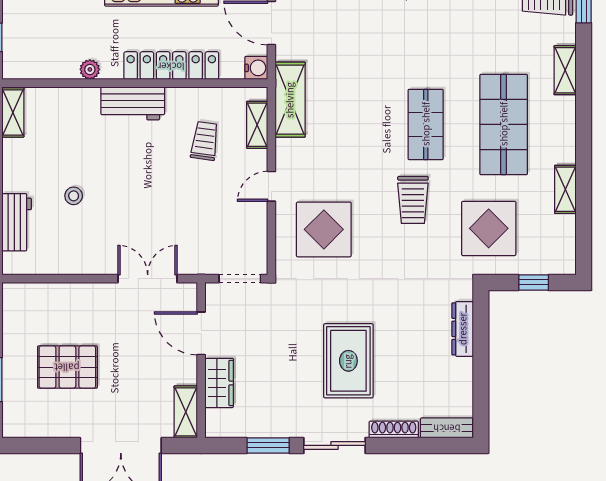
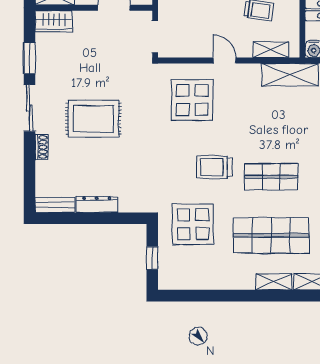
shelving: (565, 189) -> (274, 282), moved
dresser: (463, 329) -> (97, 204), moved
wardrobe: (219, 383) -> (54, 21), moved
bench: (447, 428) -> (55, 205), moved, turned 90
shoe rack: (394, 430) -> (41, 147), width x0.70

